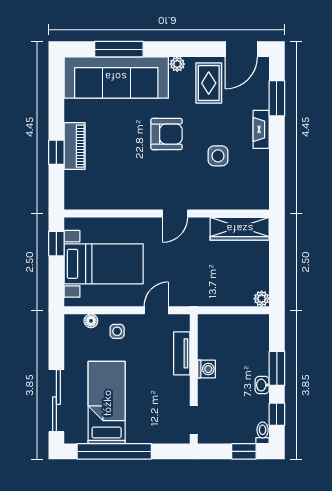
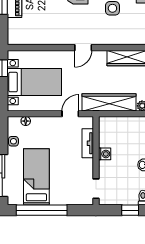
wardrobe: (213, 294) -> (109, 102), added
side table: (117, 331) -> (13, 141), moved

